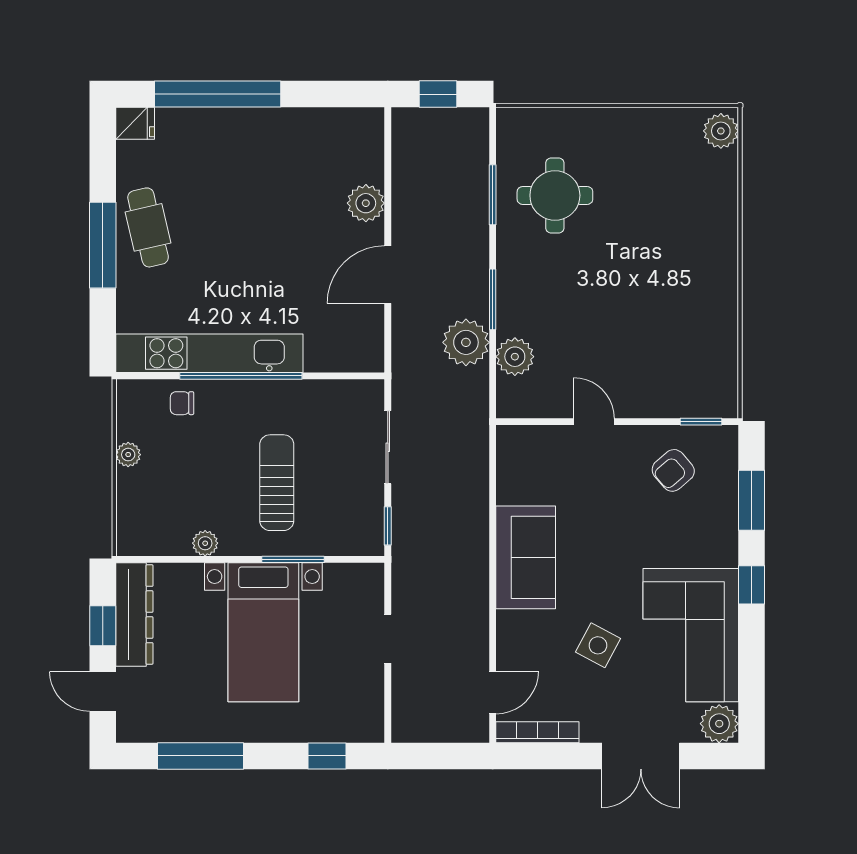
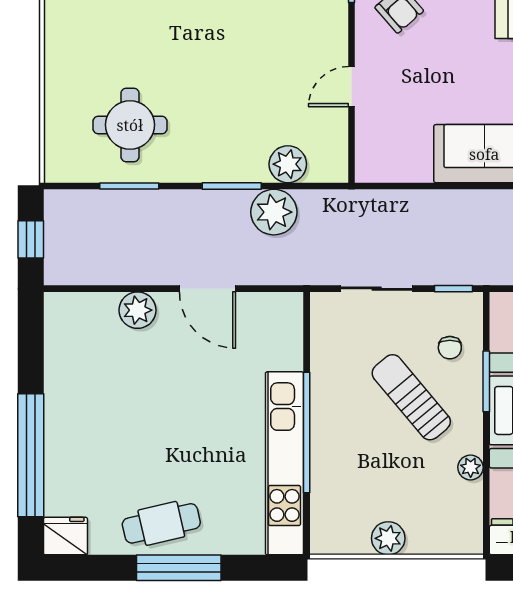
fridge: (135, 123) -> (65, 536), width x1.38
chair: (182, 403) -> (450, 348), moved
plant: (128, 455) -> (388, 538), width x1.38, depth x1.38
sun lounger: (277, 483) -> (411, 397), turned 50

